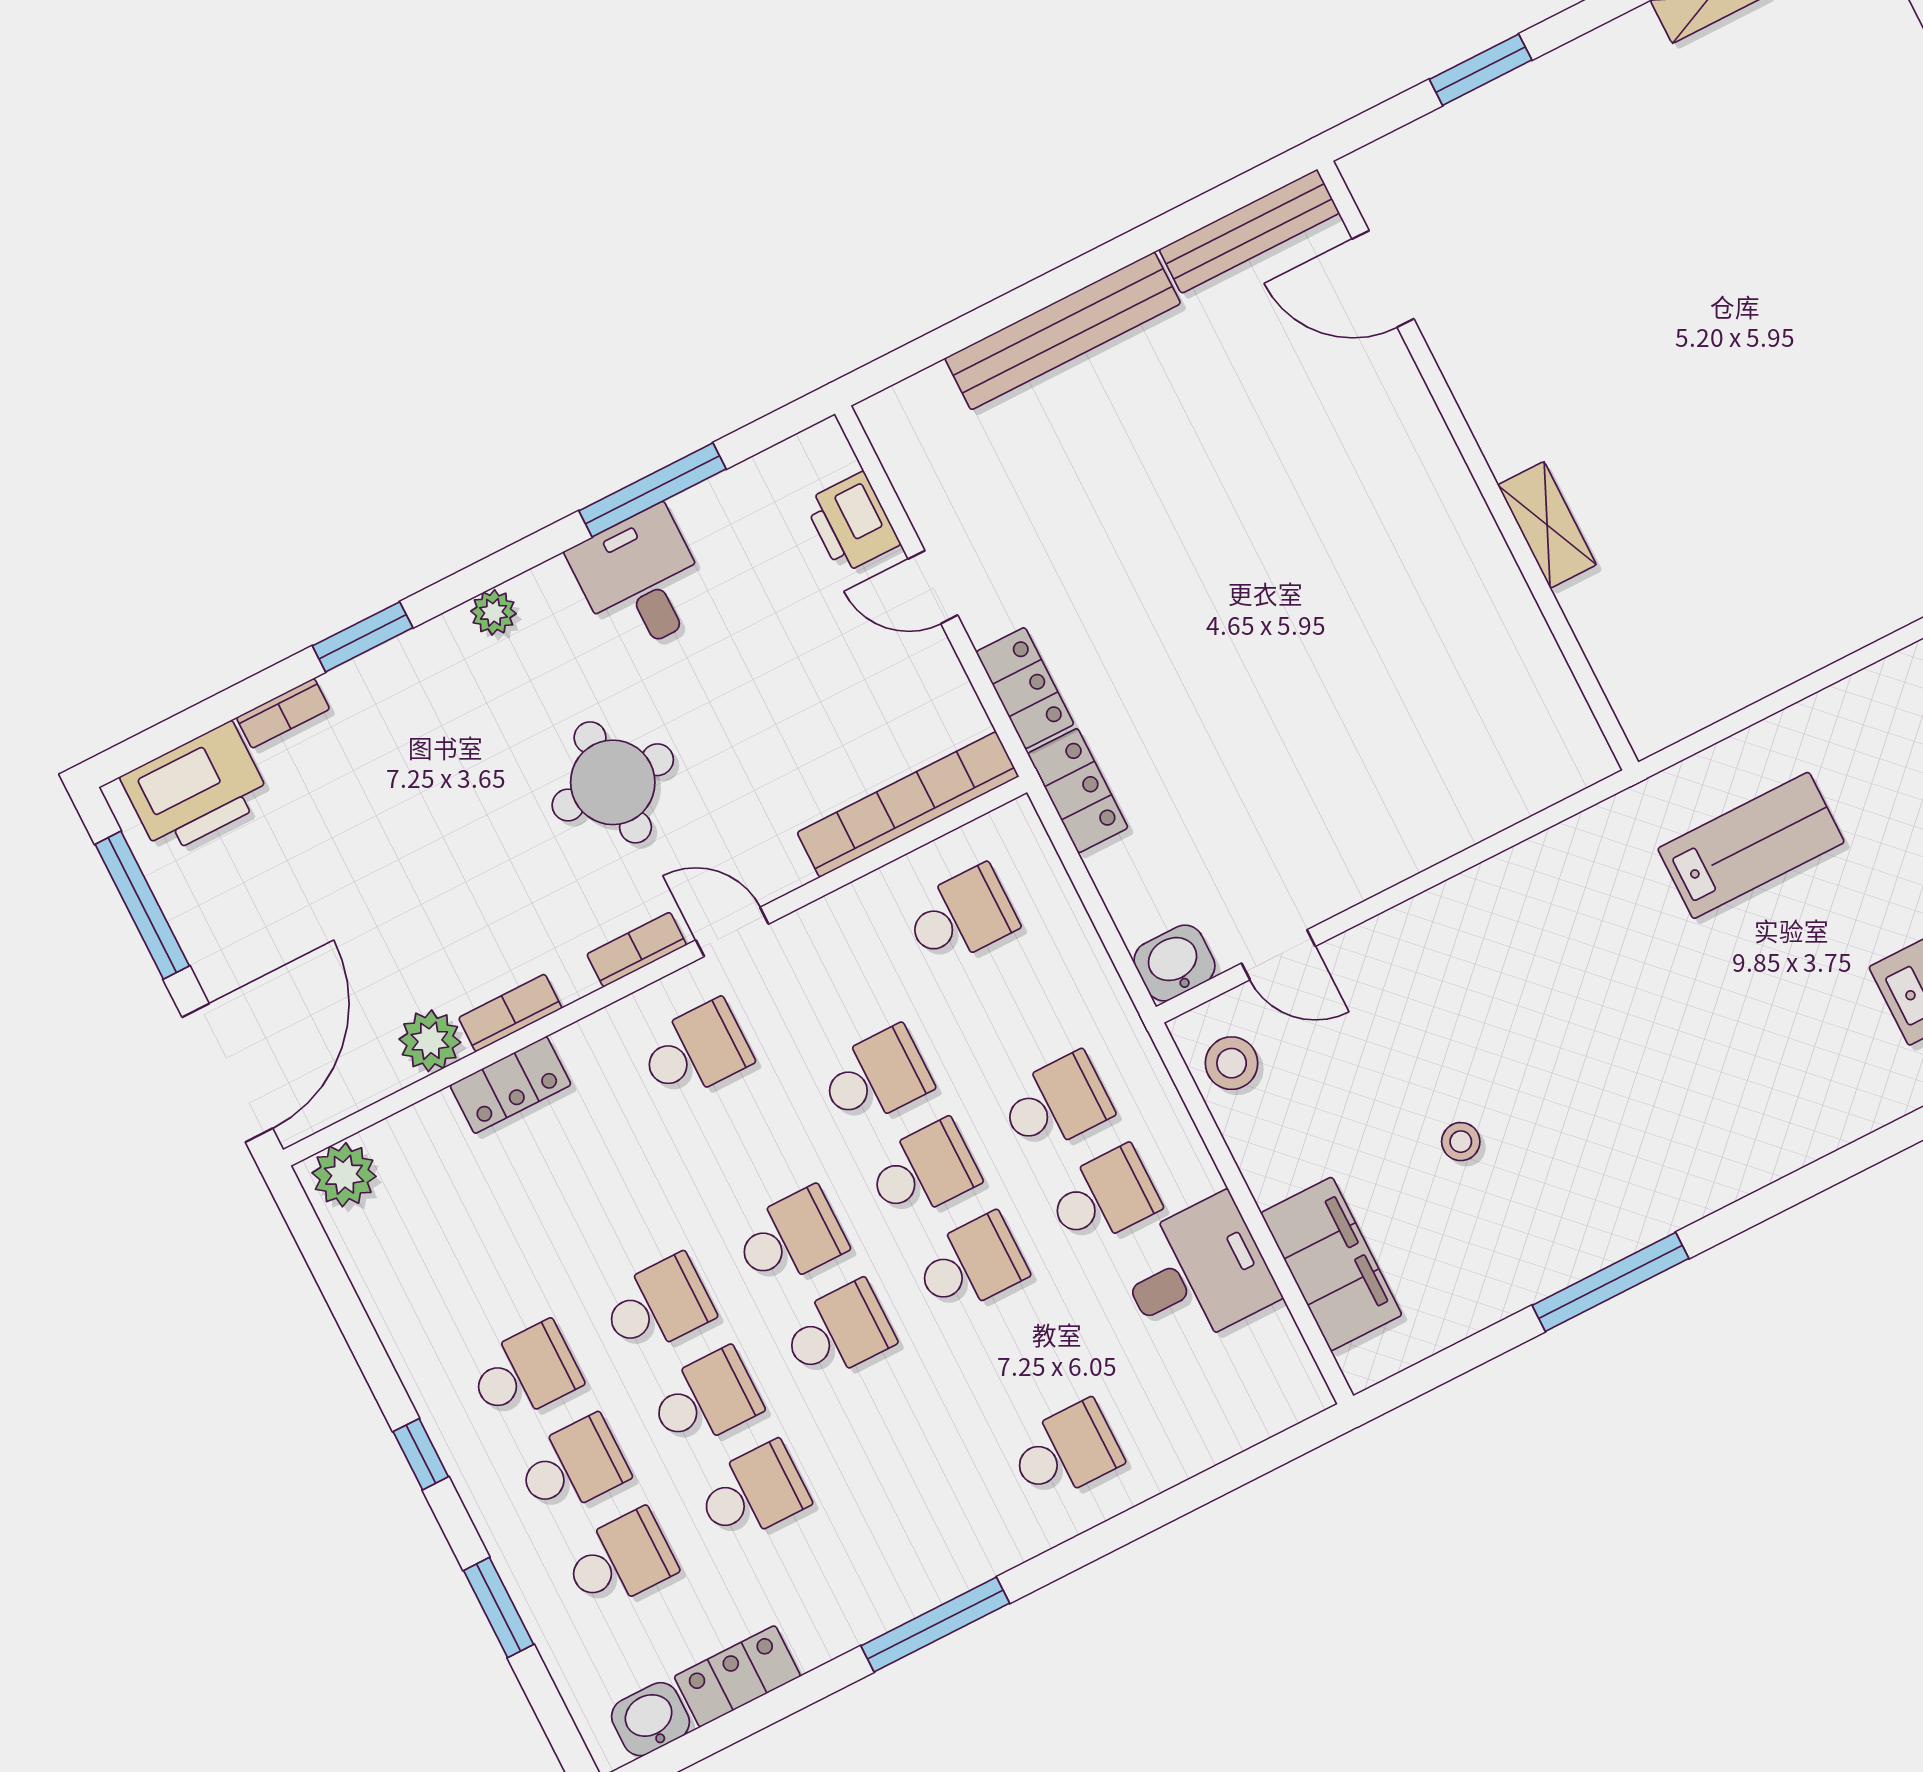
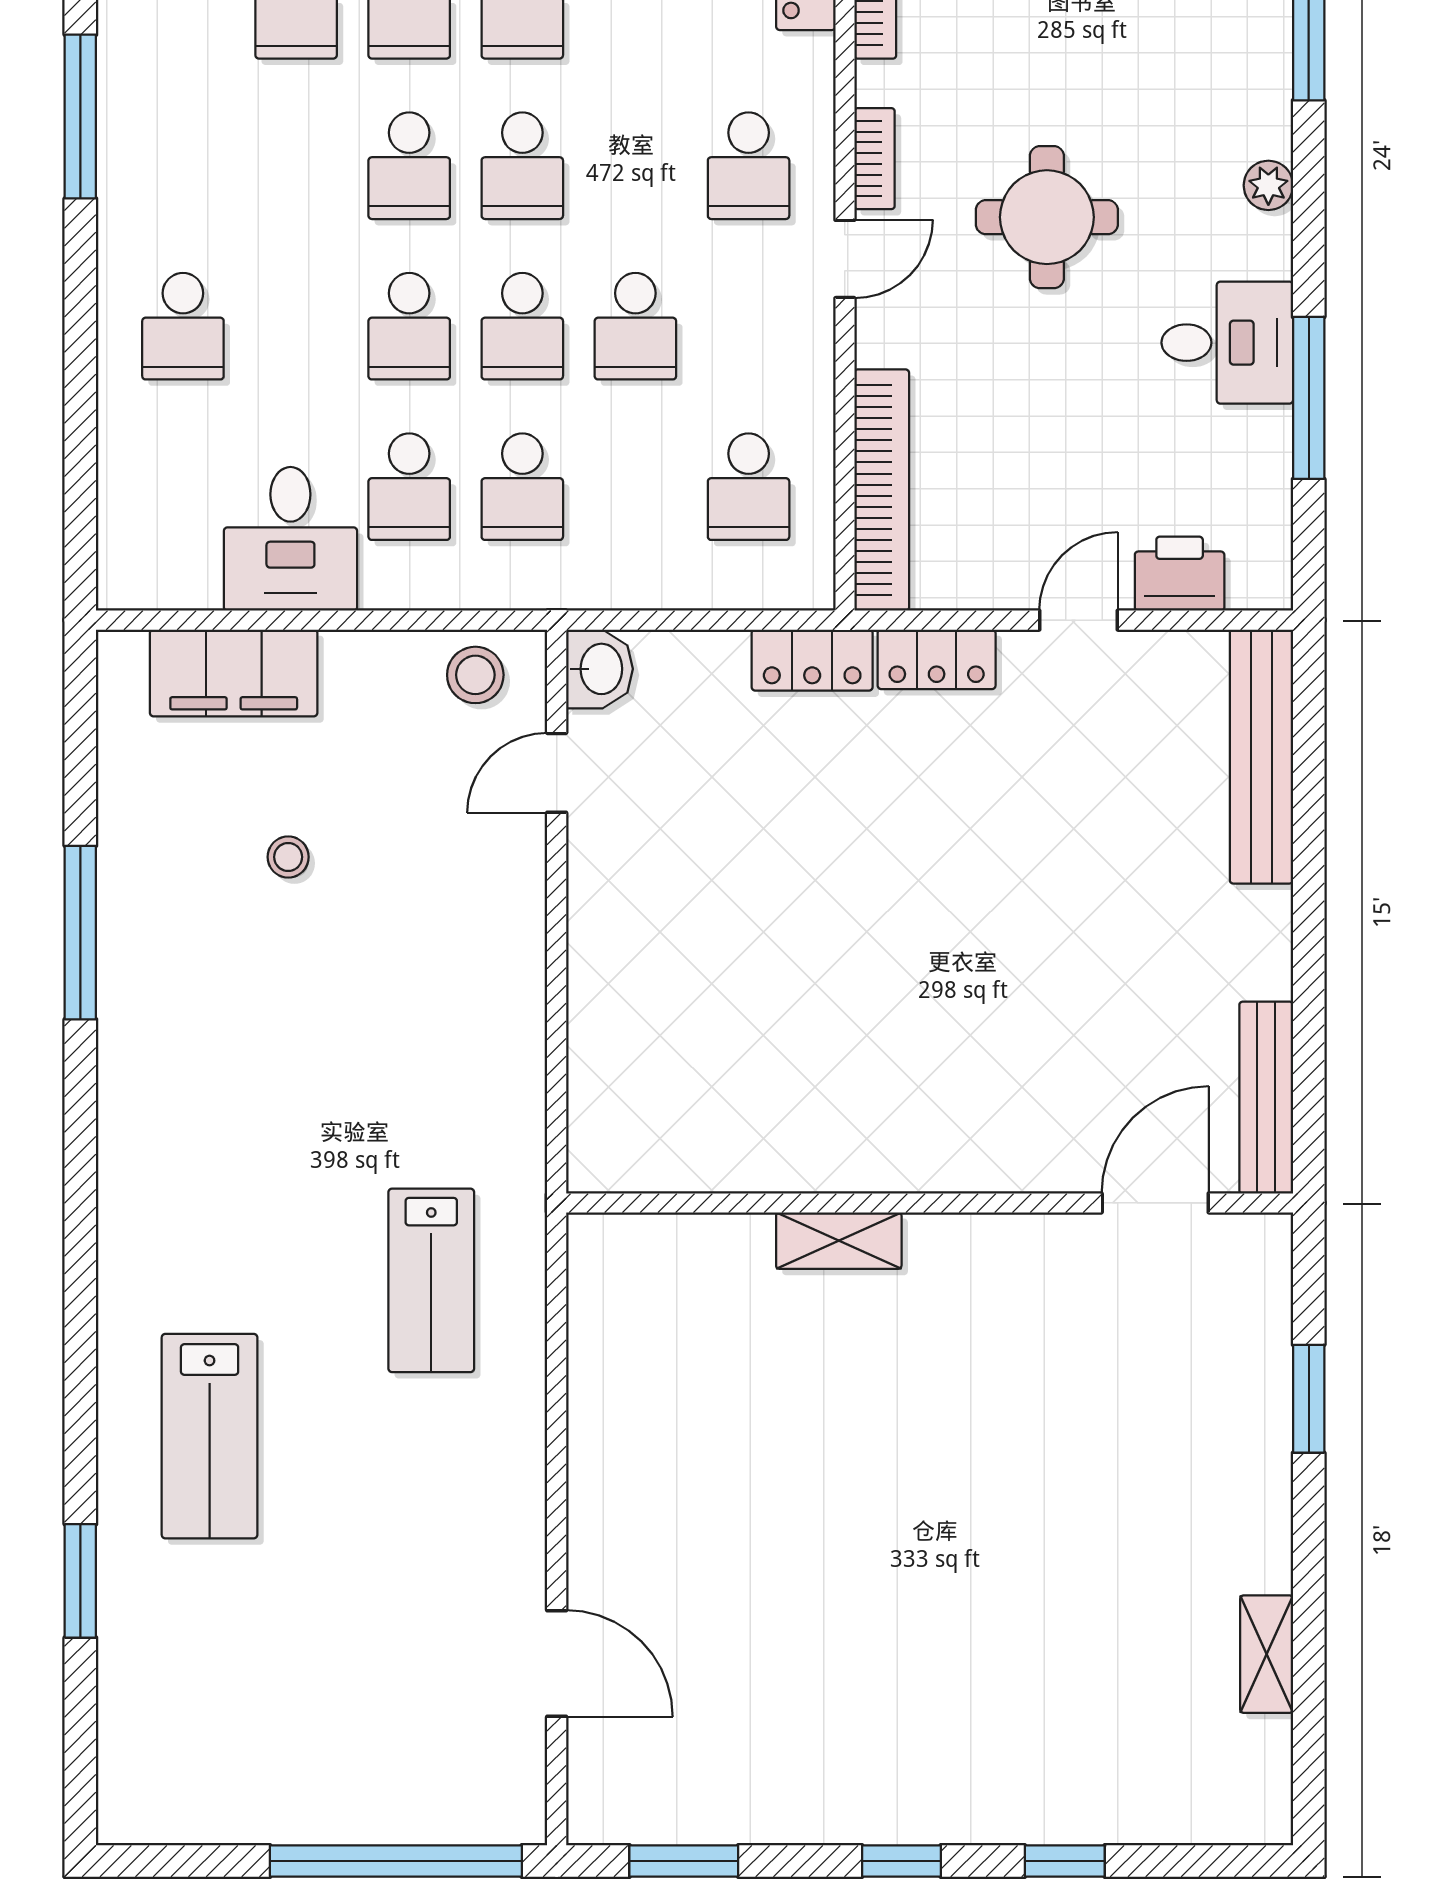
bench: (1063, 331) -> (1261, 757), moved

